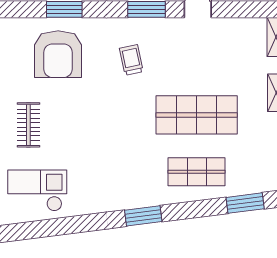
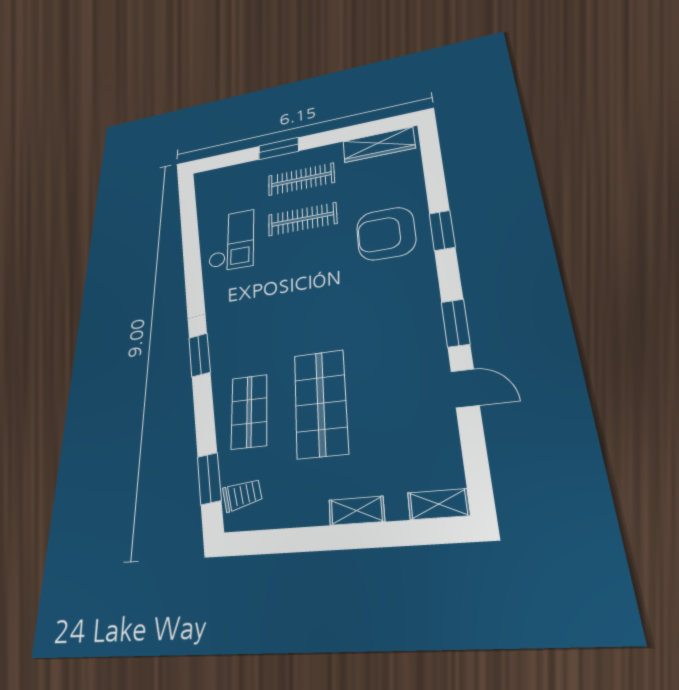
trolley: (131, 60) -> (242, 495), moved
clothes rail: (28, 125) -> (302, 219), width x1.36

